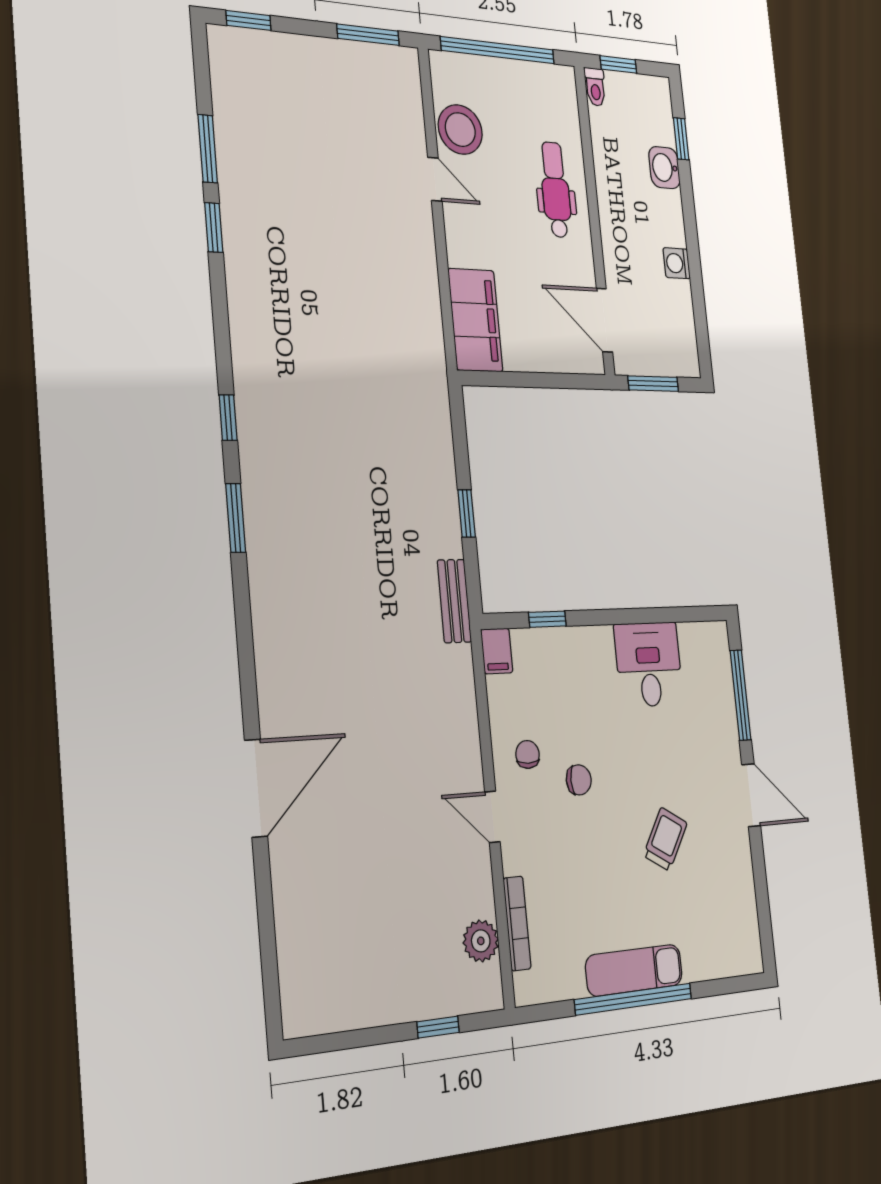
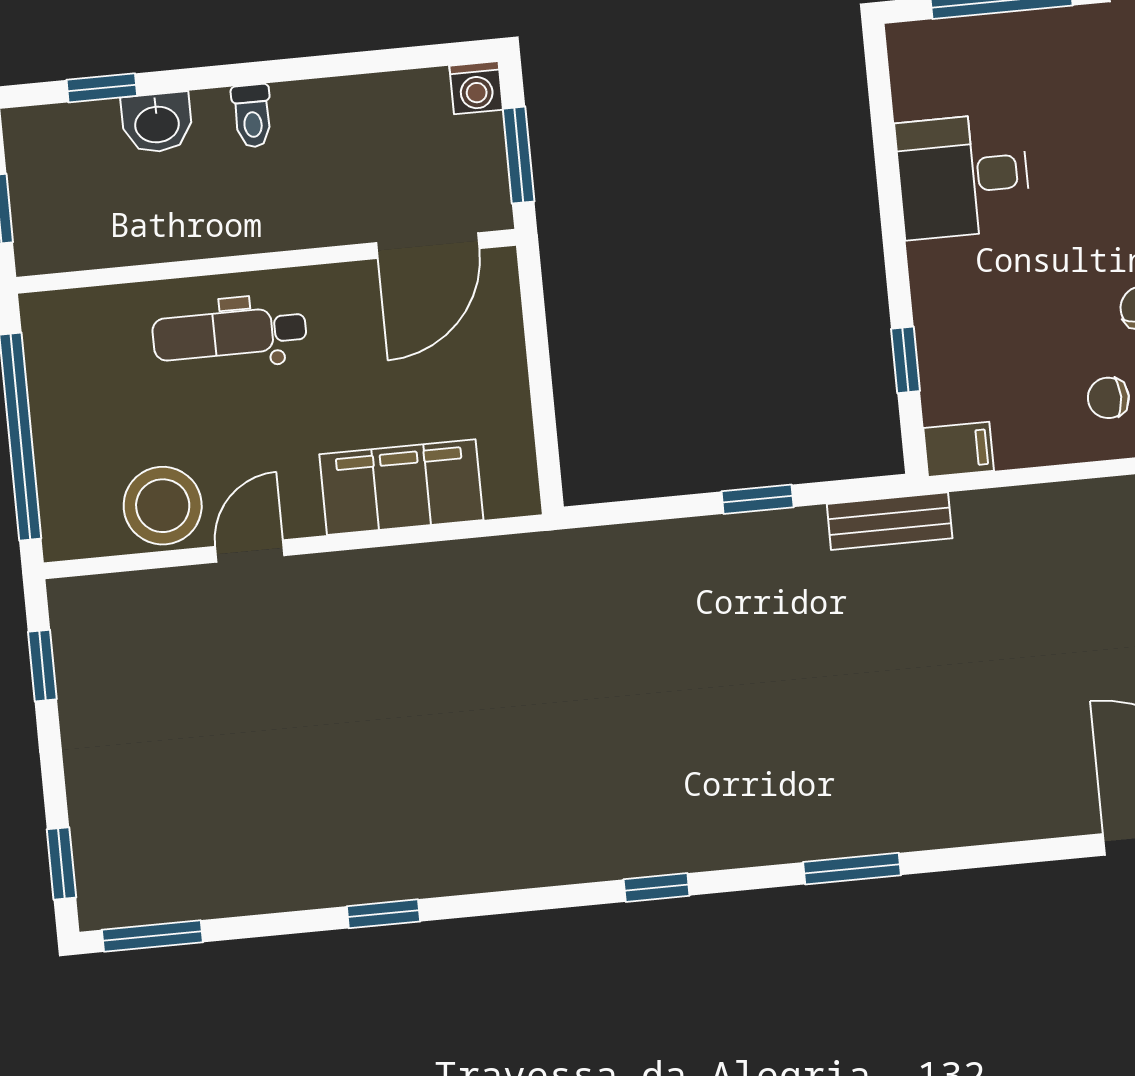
window: (368, 35) -> (42, 666), width x0.67
toilet: (595, 87) -> (252, 116), moved, turned 90
window: (208, 149) -> (152, 936), moved
washing machine: (677, 263) -> (476, 88), moved
filing cabinet: (475, 320) -> (401, 487), moved
window: (236, 518) -> (852, 869), moved

